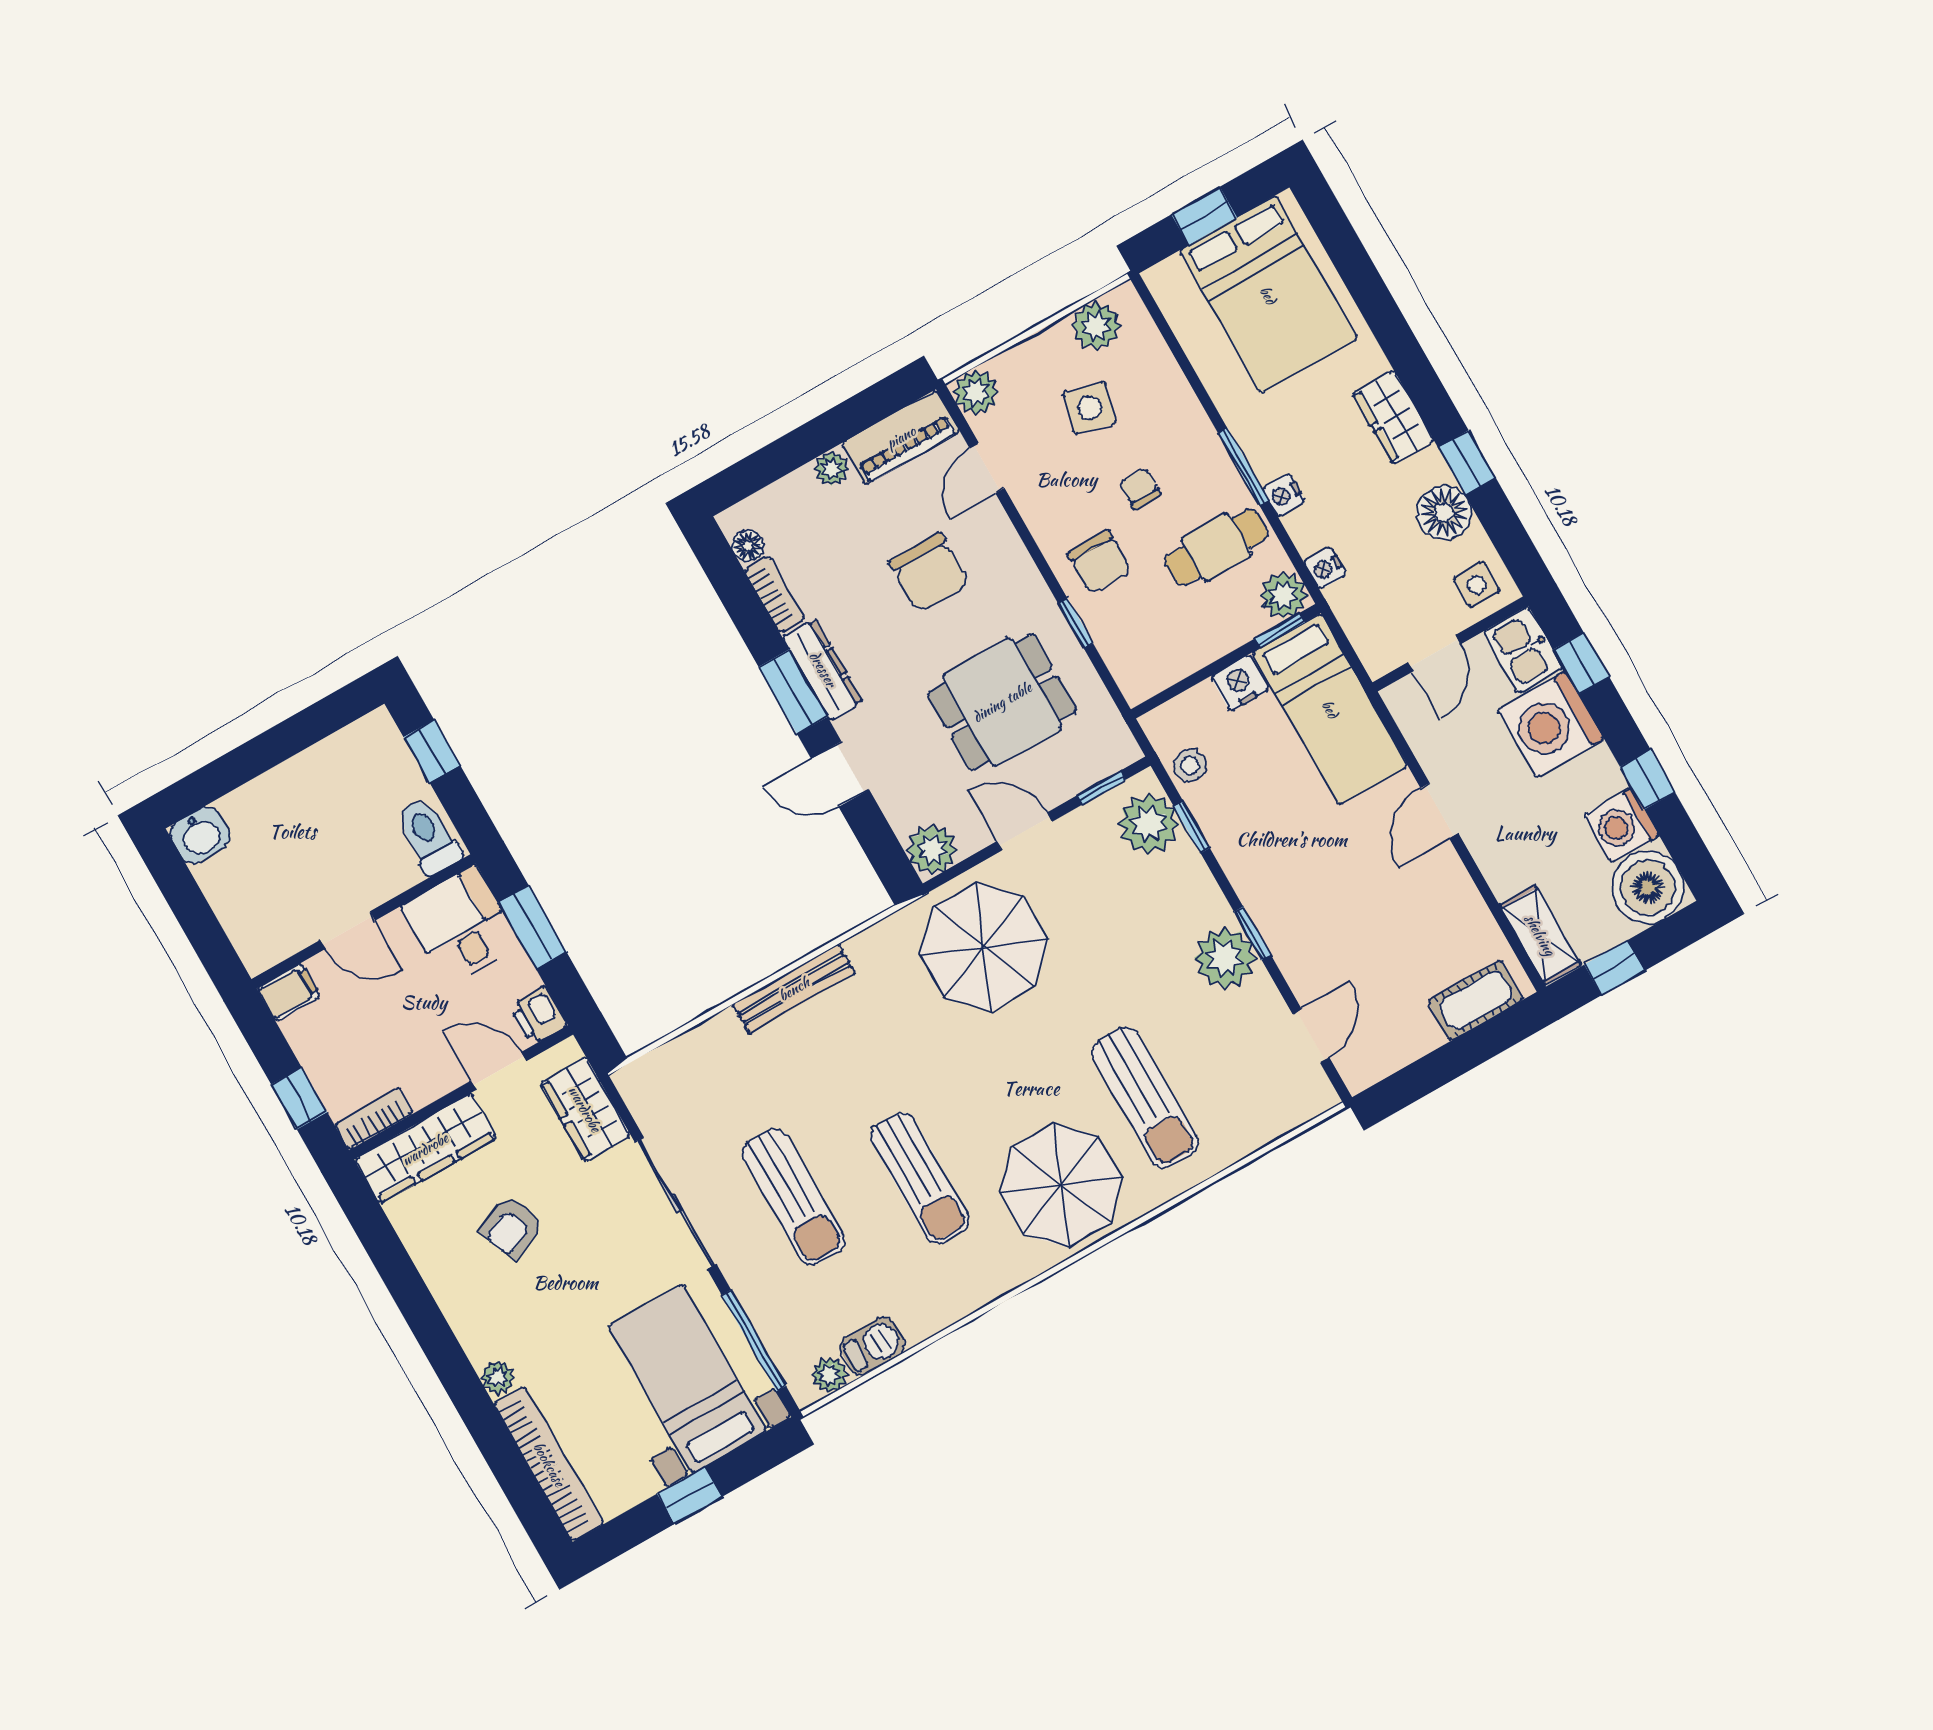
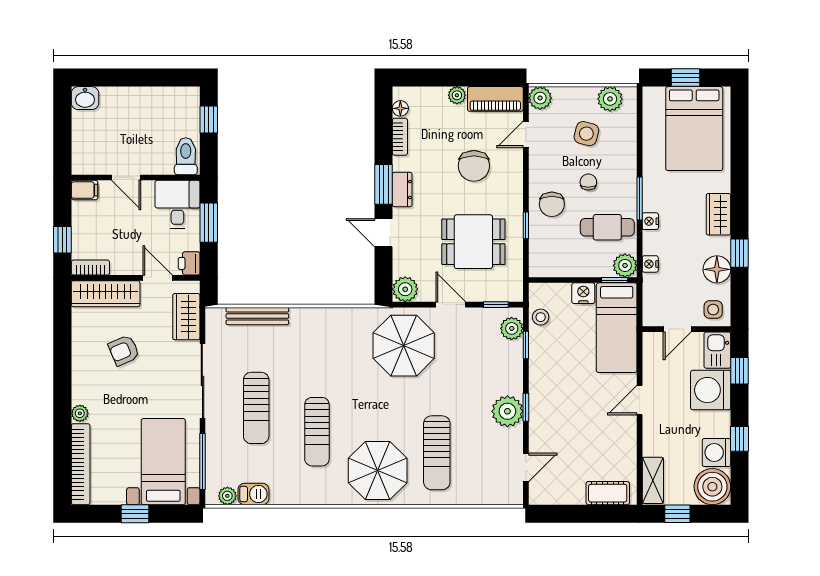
dresser: (823, 669) -> (402, 190), width x0.70
plant: (1149, 824) -> (512, 328), width x0.73, depth x0.73
bench: (794, 989) -> (257, 316), moved

